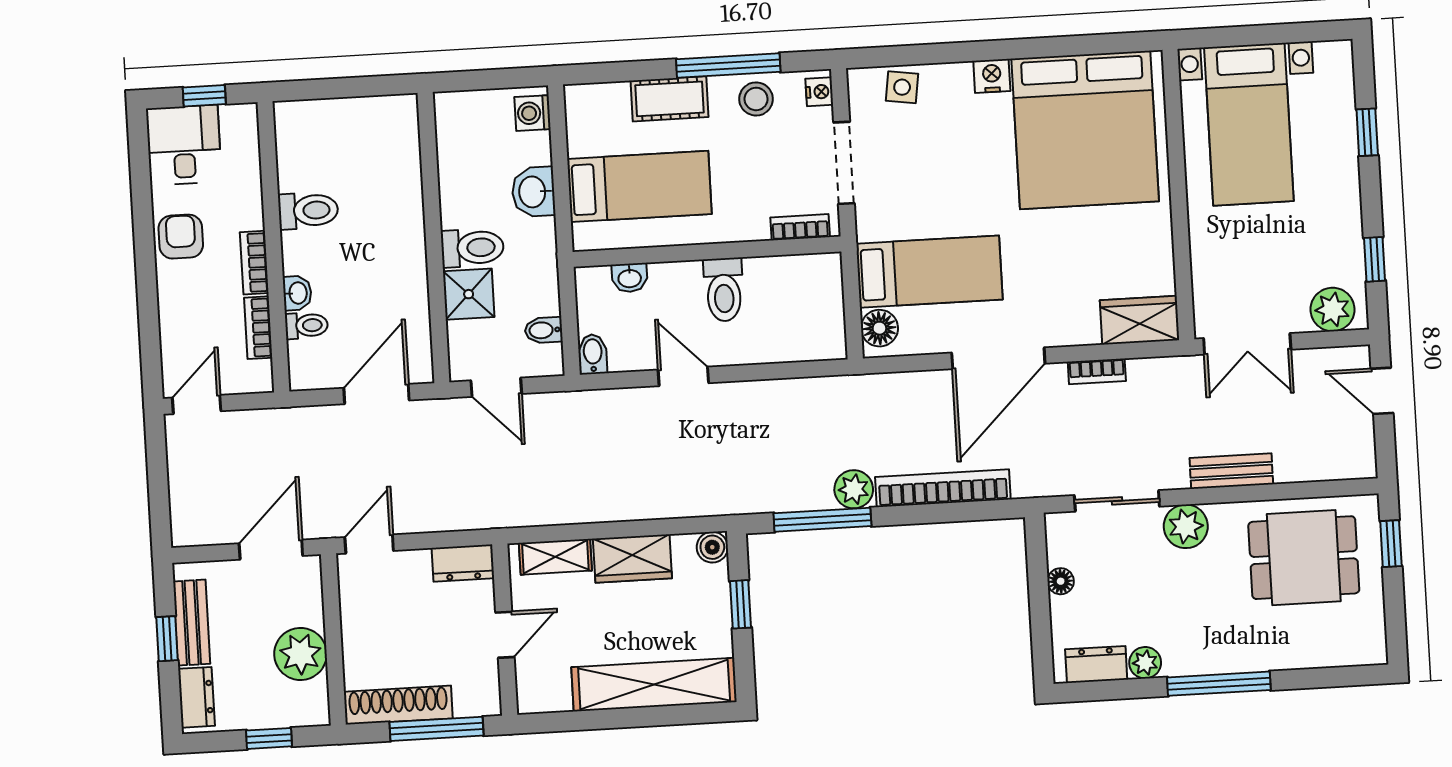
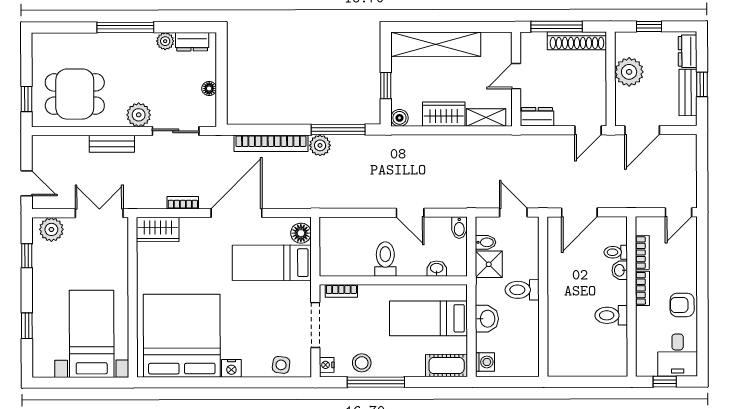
cot: (669, 99) -> (447, 366), moved
armchair: (181, 237) -> (682, 305), turned 90
shower: (469, 294) -> (489, 264), moved

